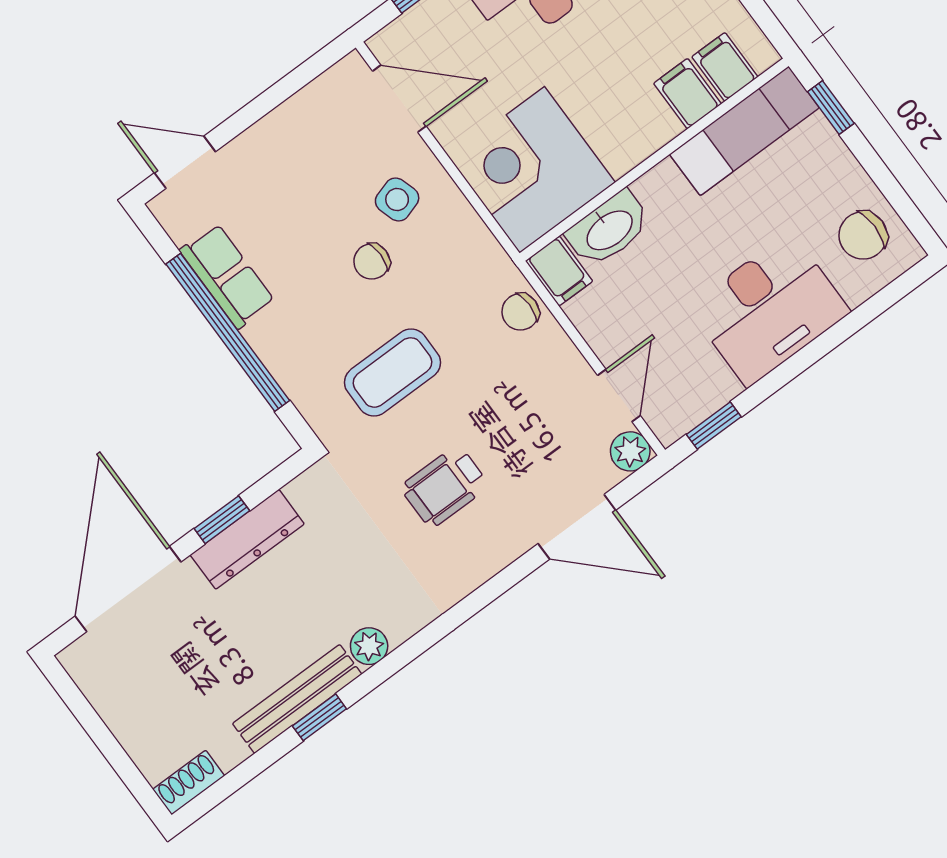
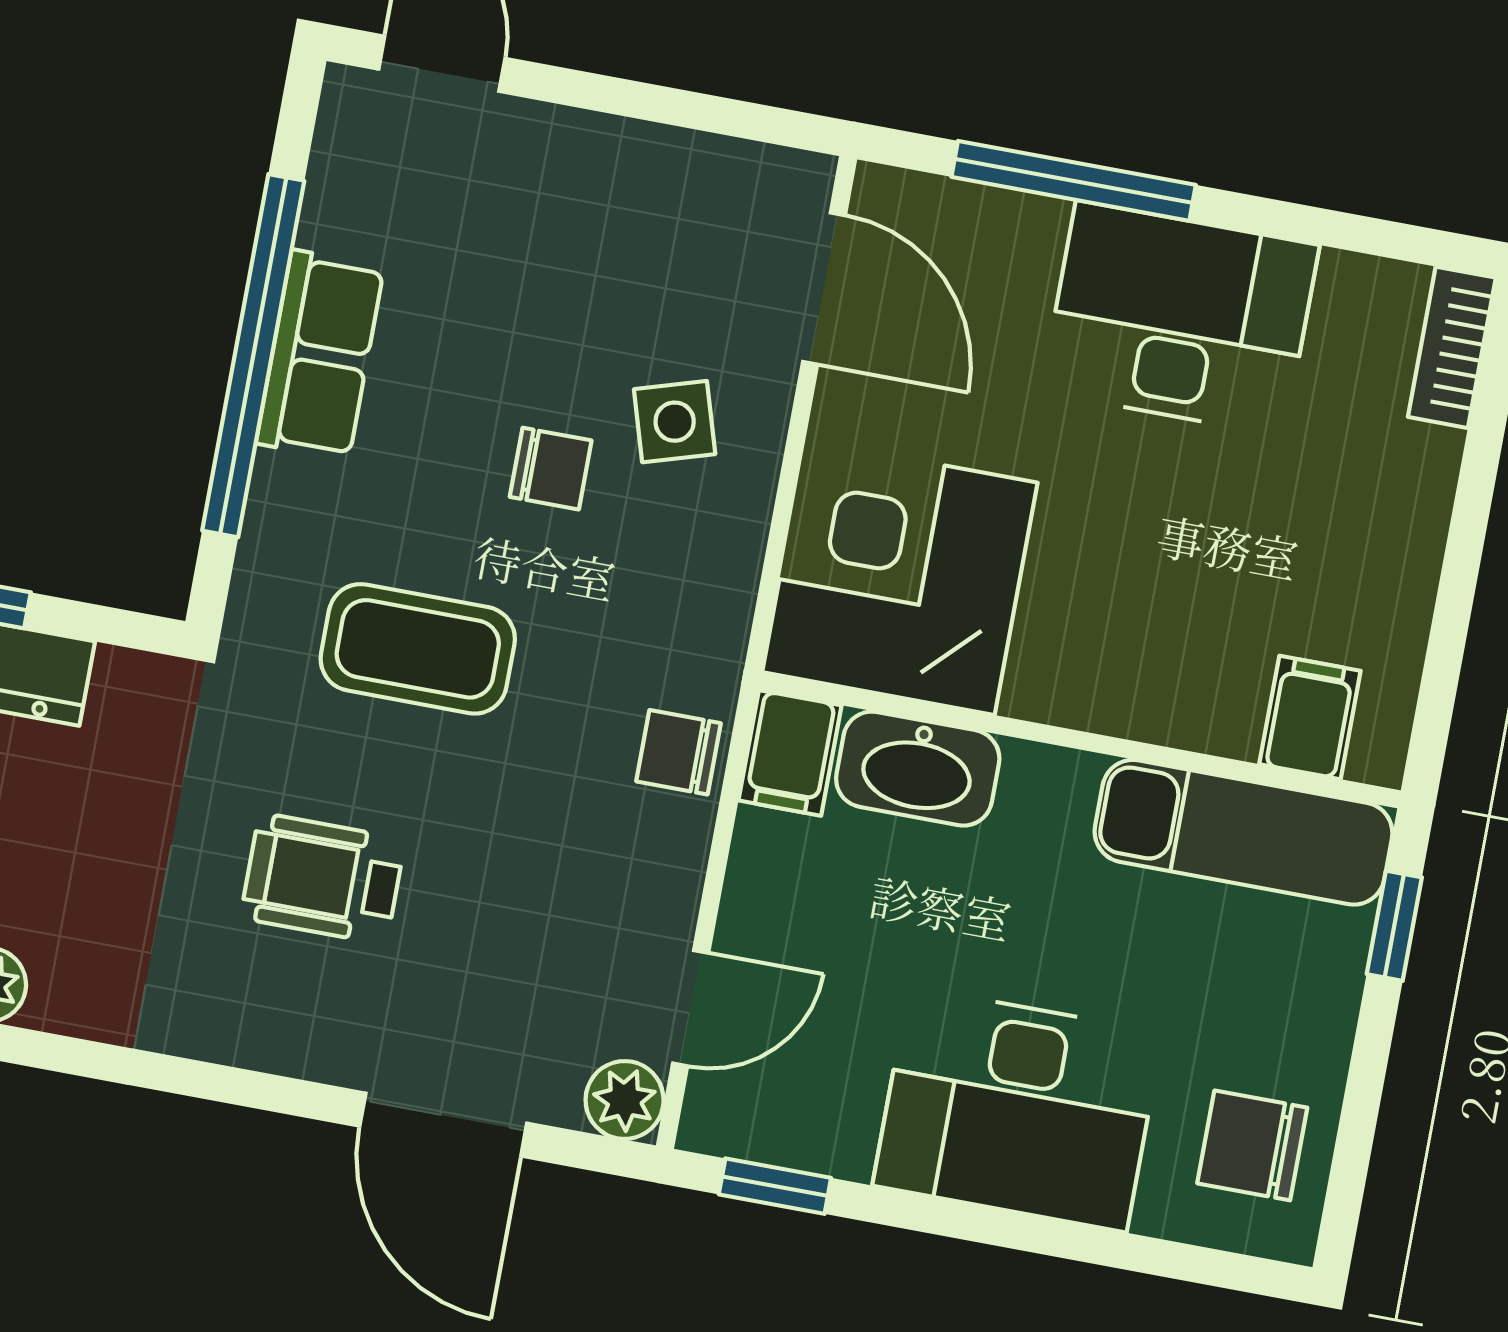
filing cabinet: (688, 94) -> (1221, 700), removed
chair: (372, 261) -> (551, 469), turned 180
row of seats: (227, 276) -> (320, 355), moved

